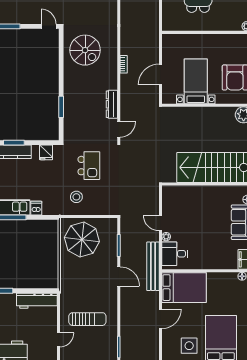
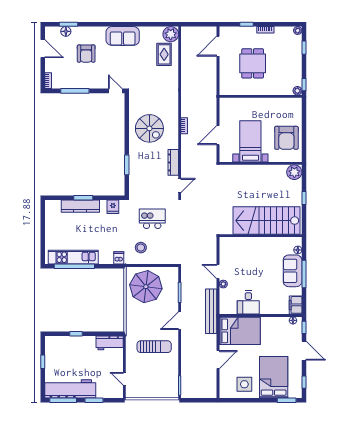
spiral stairs: (85, 50) -> (149, 128), moved
kitchen island: (89, 166) -> (152, 219), turned -90
dishwasher: (36, 208) -> (119, 258), moved
desk: (175, 254) -> (248, 302), moved, turned -90
door: (119, 276) -> (180, 321), swing flipped
workbench: (37, 301) -> (110, 343), width x0.73
sun lounger: (87, 319) -> (154, 347), moved
door: (59, 340) -> (124, 379), swing flipped

